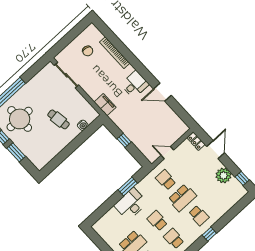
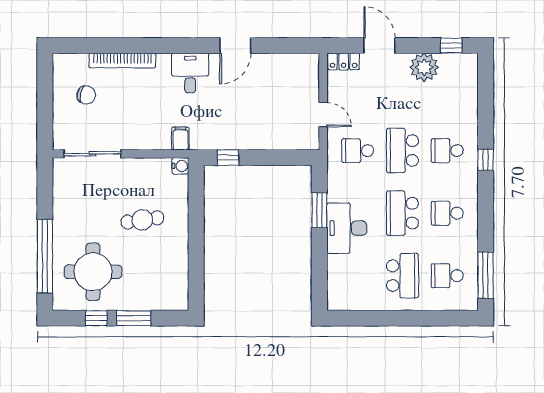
filing cabinet: (105, 105) -> (181, 138), width x0.50
water cooler: (83, 125) -> (180, 166), moved
window: (124, 140) -> (228, 158), moved
door: (167, 153) -> (323, 115), swing flipped
school desk: (182, 198) -> (402, 151), turned 180
school desk: (199, 215) -> (447, 151), turned 180
school desk: (157, 221) -> (402, 213), width x1.85

